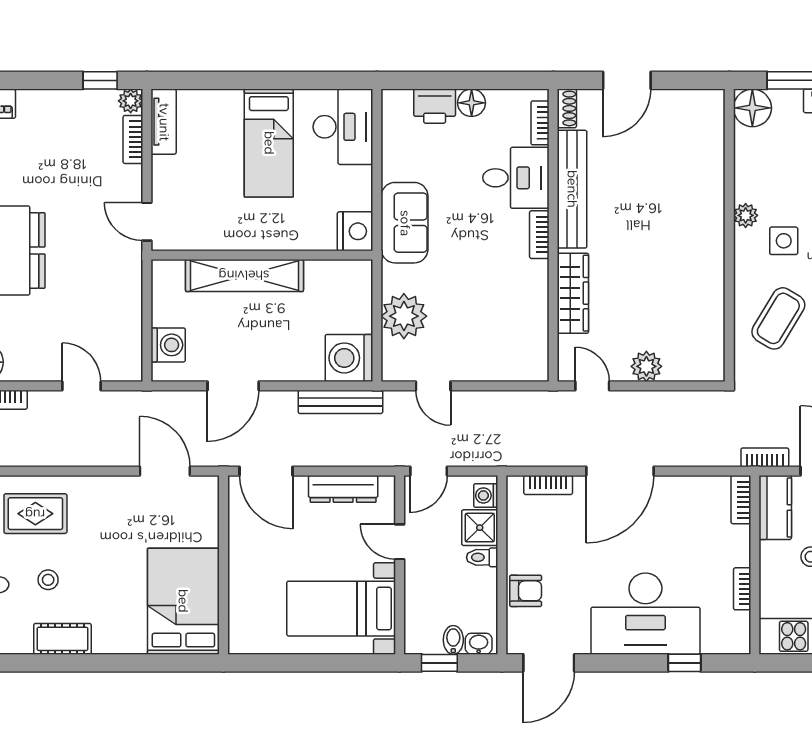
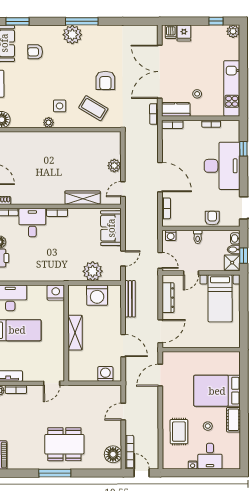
bench: (572, 189) -> (37, 198), removed
sofa: (405, 223) -> (111, 228), moved, turned -90
shelving: (244, 275) -> (75, 333), width x0.68
washing machine: (349, 358) -> (97, 295), moved
shower: (480, 528) -> (232, 263), moved
bed: (183, 601) -> (217, 391), moved

